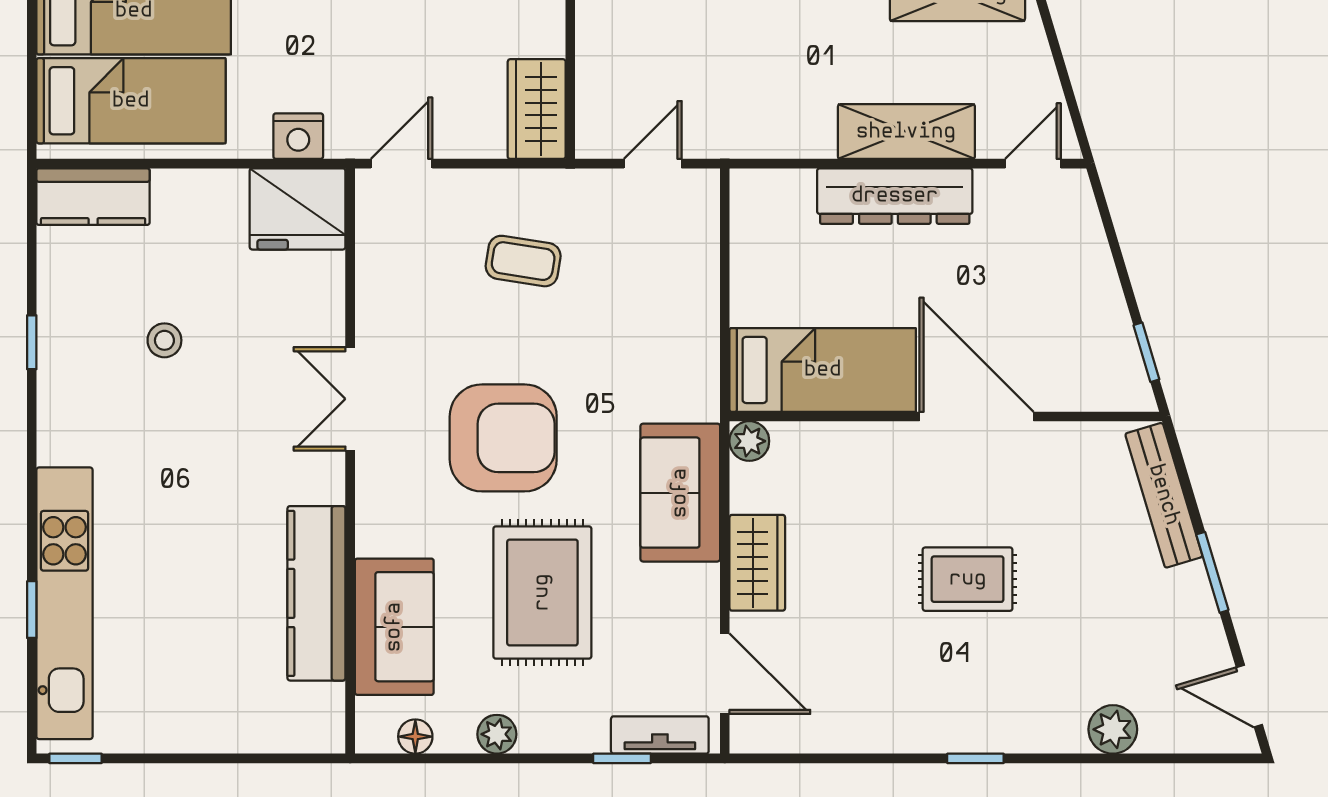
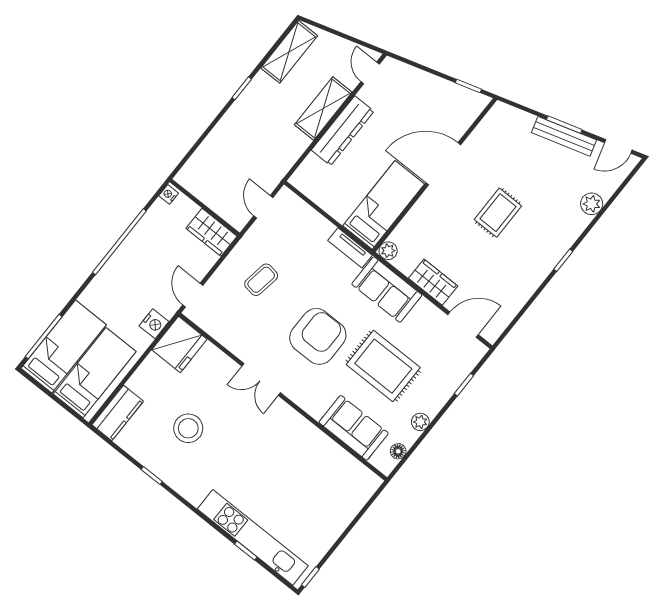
stool: (164, 340) -> (188, 428), width x1.89, depth x1.89
bench: (1164, 495) -> (564, 136), moved
kitchen counter: (316, 593) -> (320, 446), removed
tv unit: (660, 735) -> (350, 248), moved, turned -90

